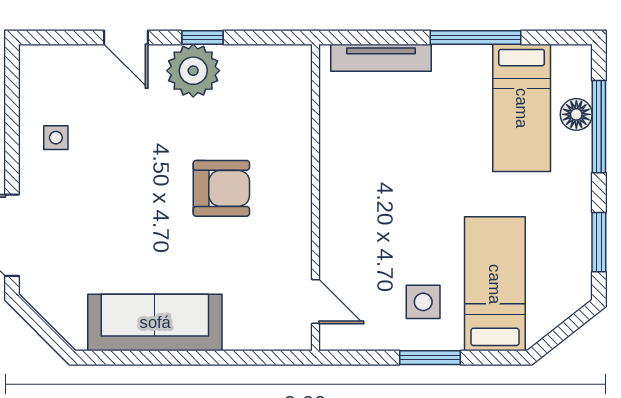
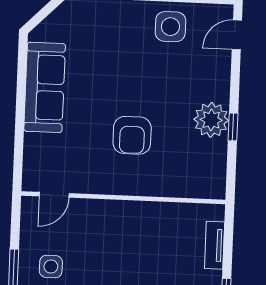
door: (126, 37) -> (237, 35), moved
tv unit: (381, 58) -> (215, 245), width x0.71
side table: (56, 138) -> (170, 27), width x1.87, depth x1.87

